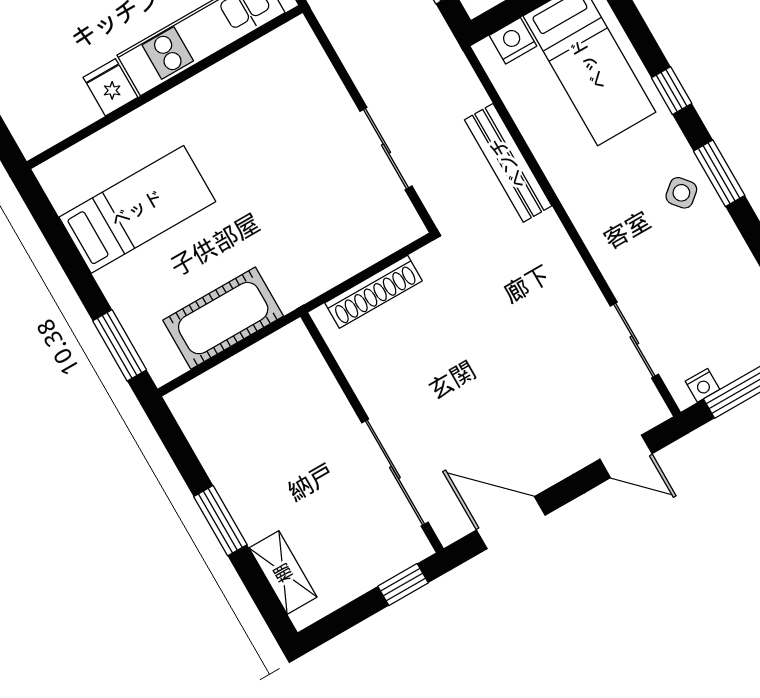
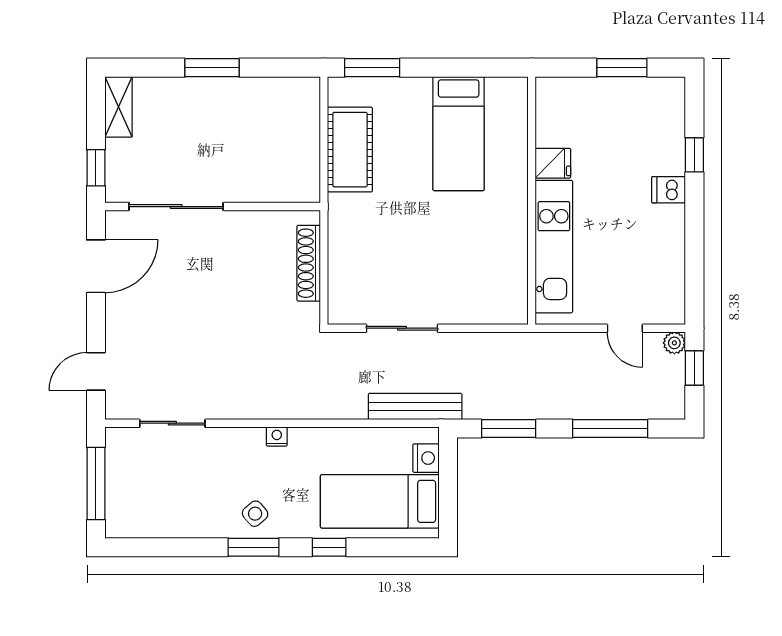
bench: (508, 163) -> (415, 407), moved
nightstand: (702, 385) -> (277, 436), moved, turned 90
shelving: (283, 573) -> (118, 107), moved, turned 90

